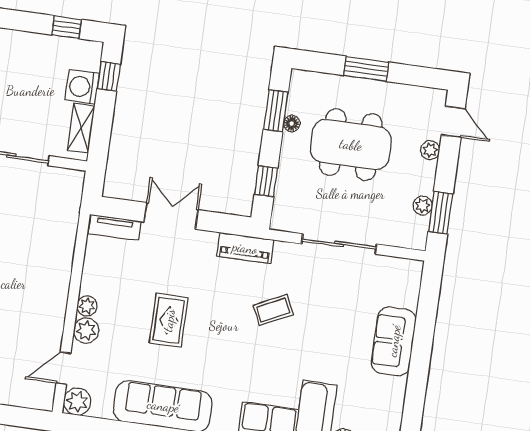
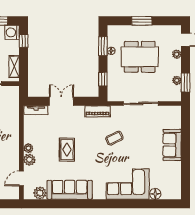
washing machine: (82, 87) -> (12, 32), moved
plant: (77, 402) -> (40, 193), moved

